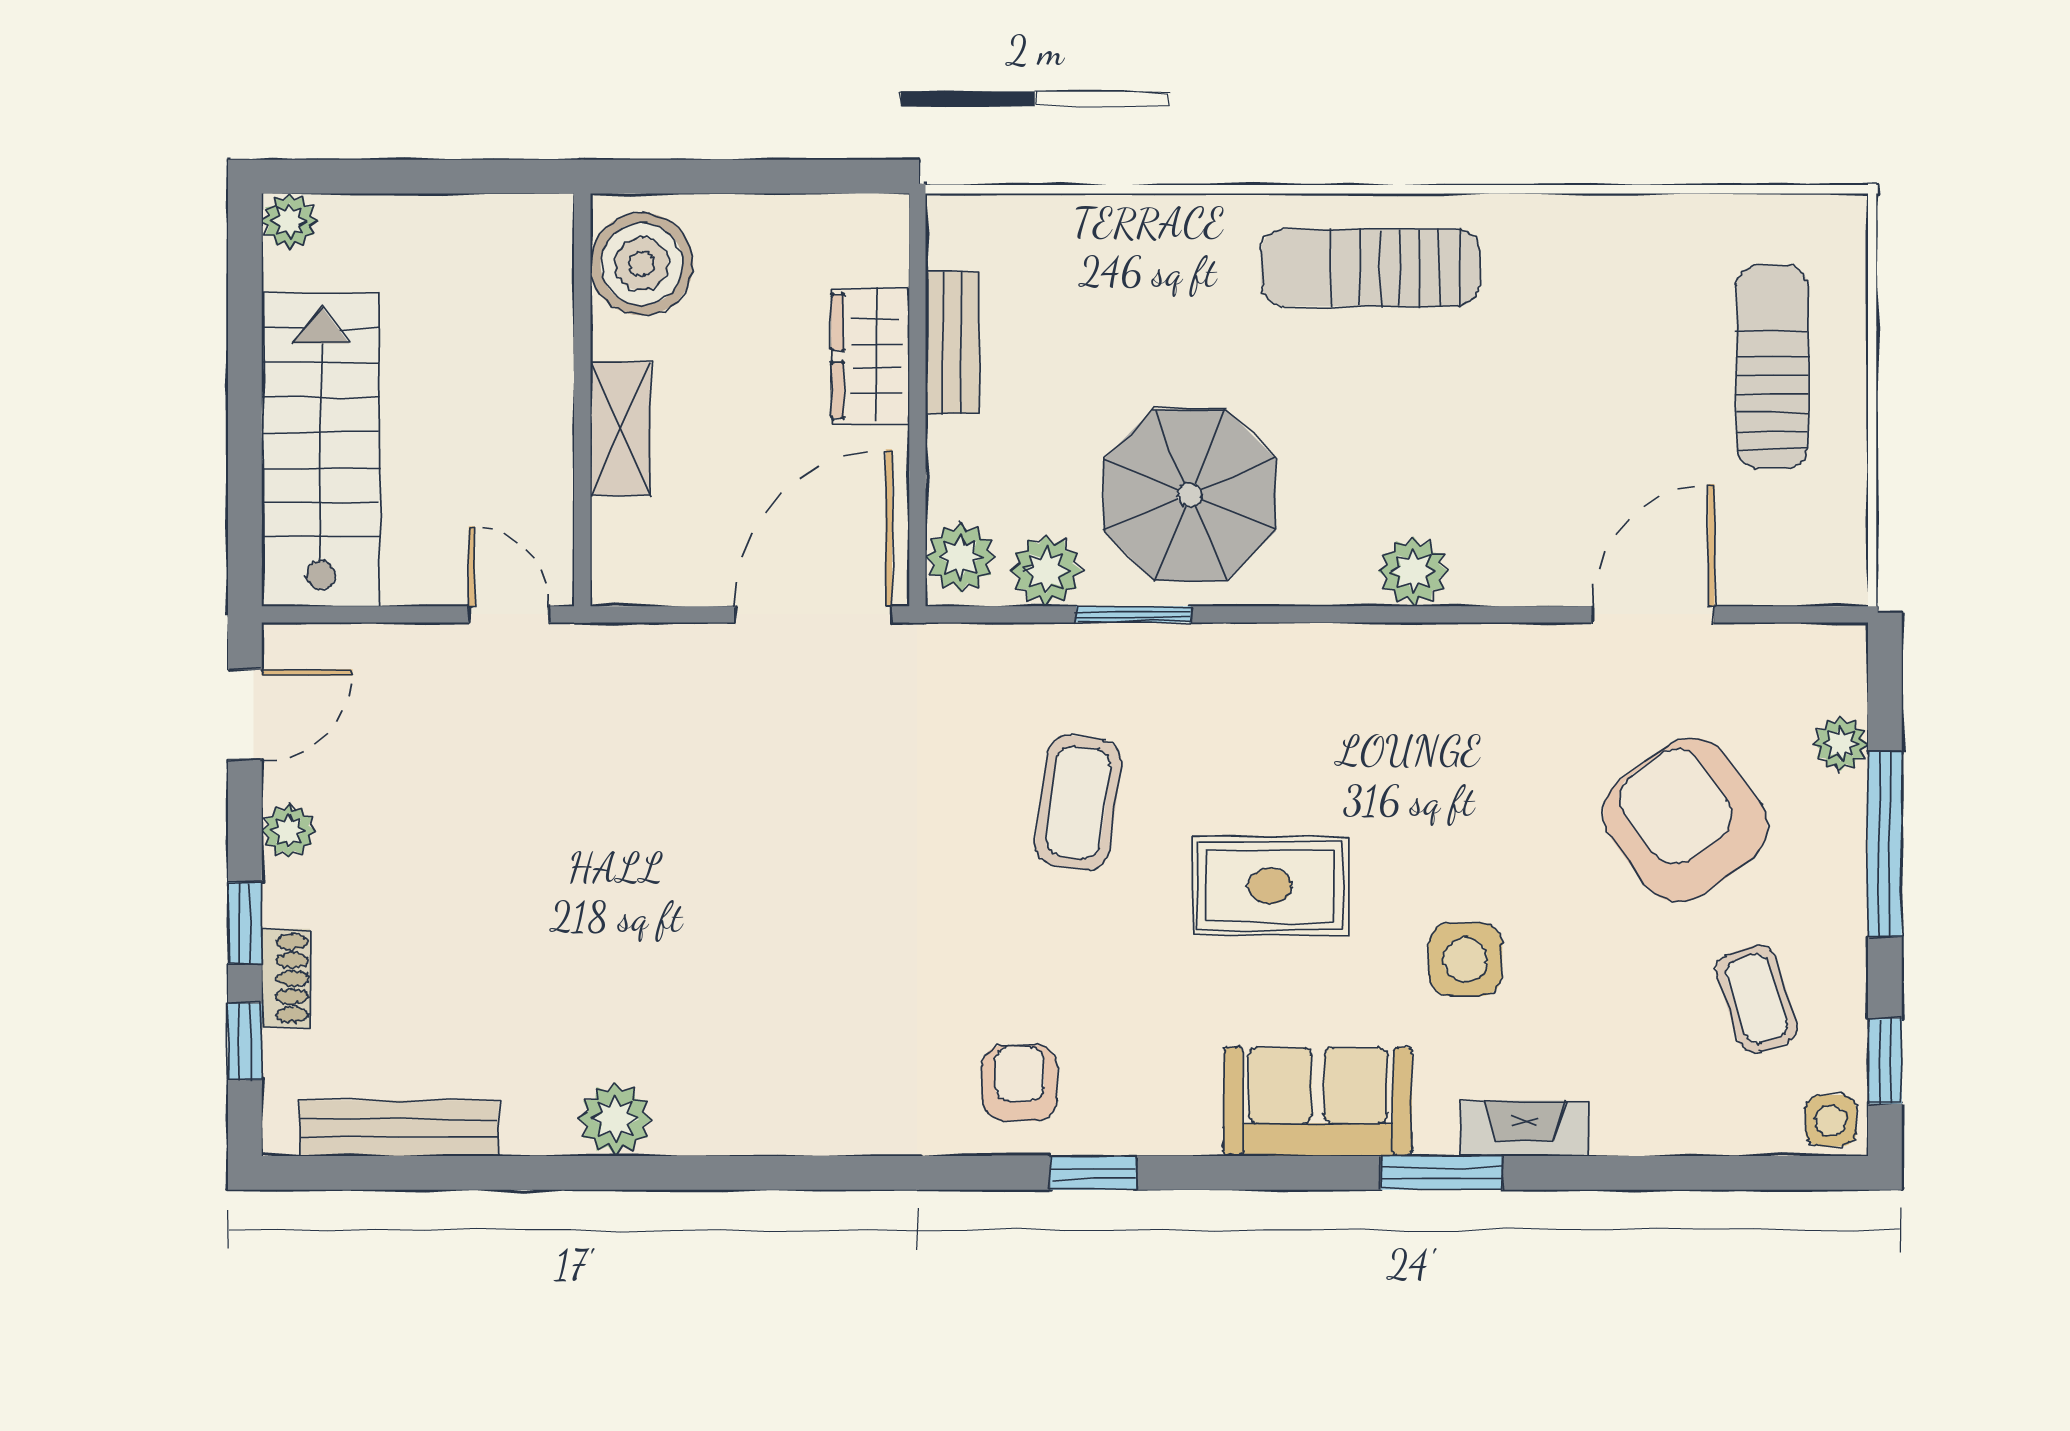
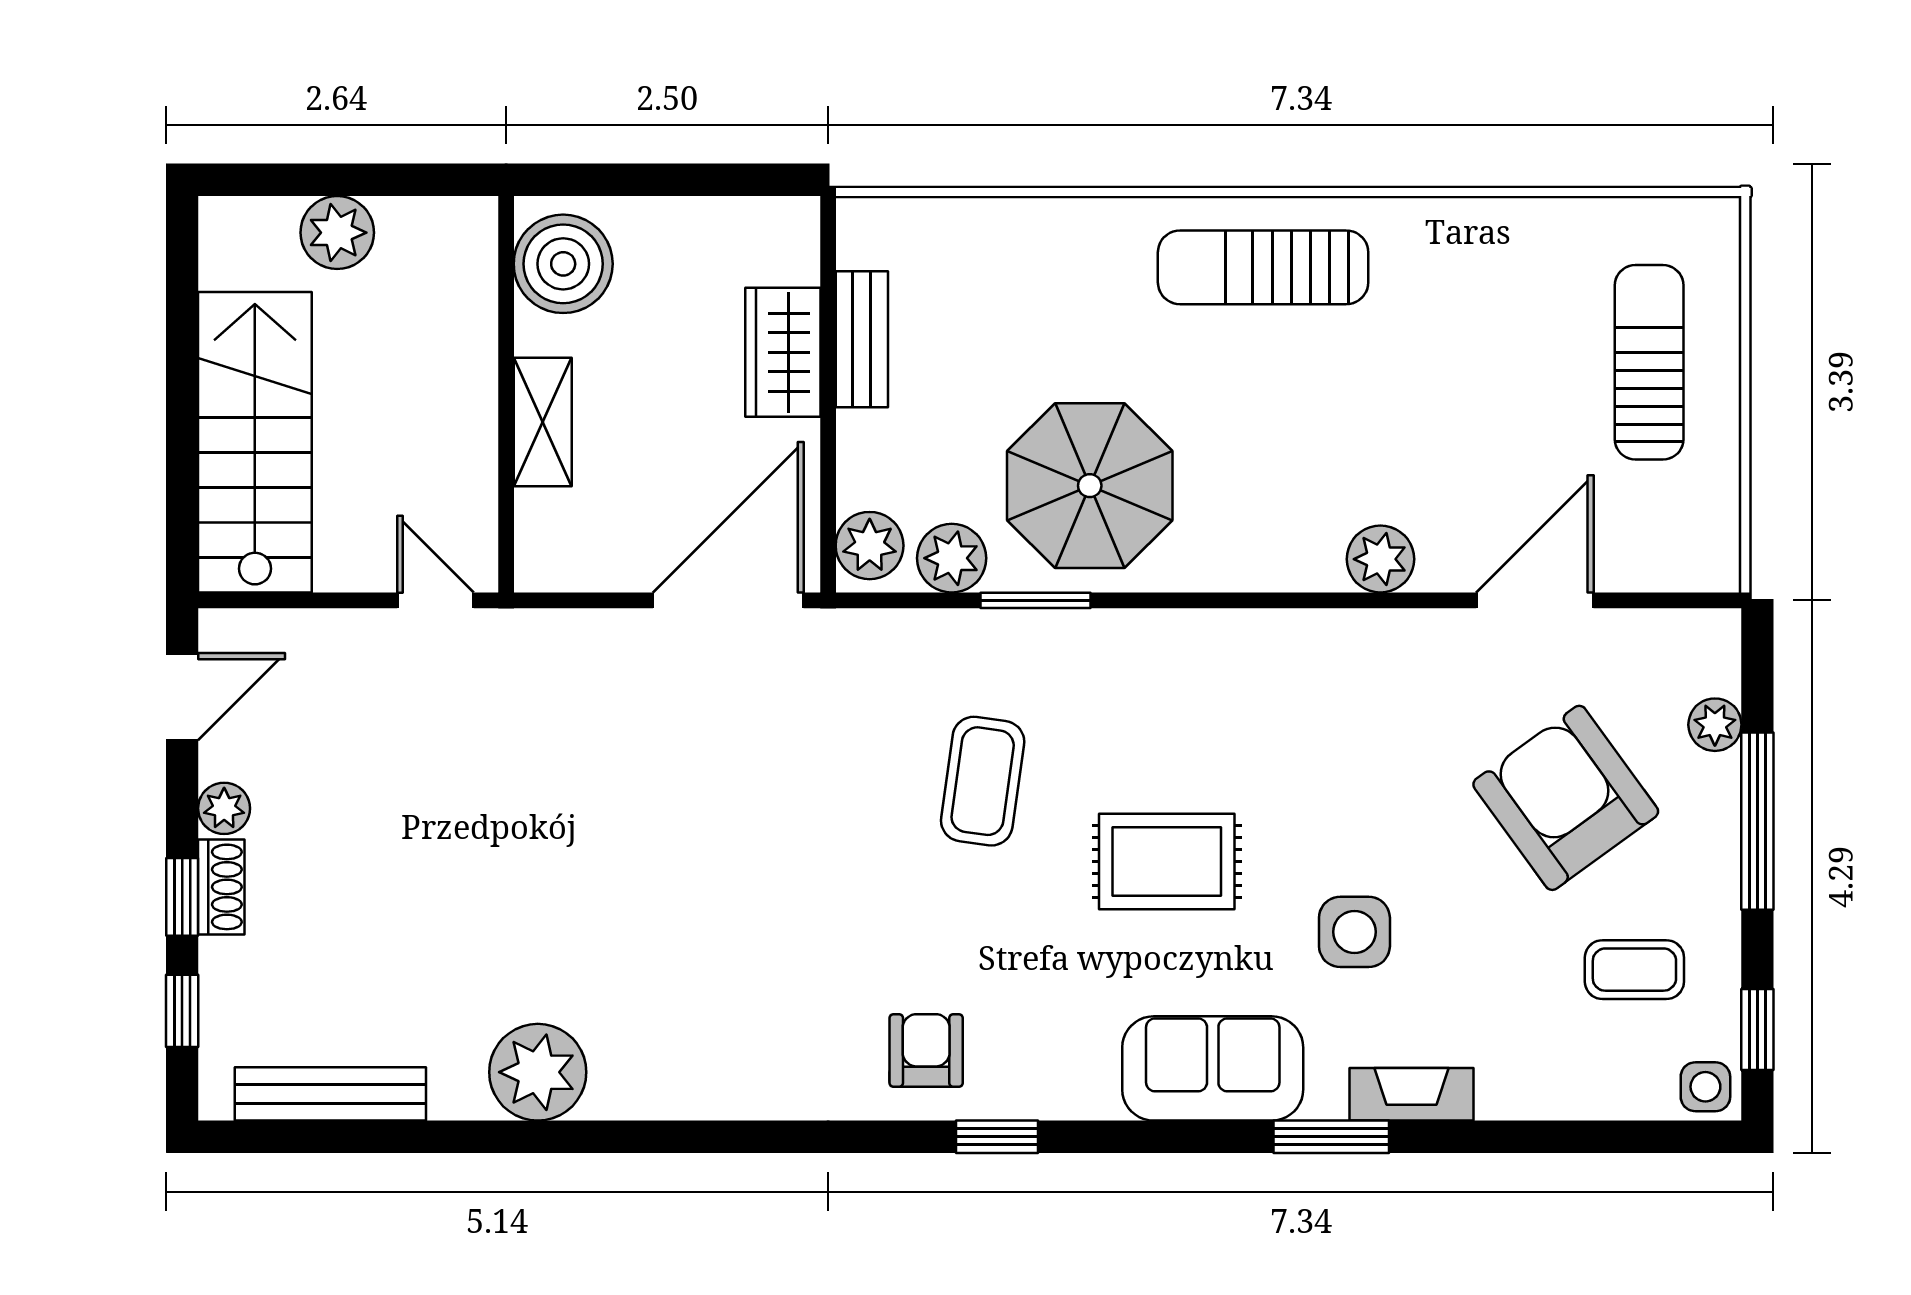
plant: (289, 221) -> (337, 233), moved, width x1.38, depth x1.38
plant: (1413, 571) -> (1380, 559), moved
shoe rack: (286, 978) -> (221, 887), moved
coffee table: (1757, 999) -> (1634, 970), turned -72
plant: (615, 1119) -> (538, 1072), width x1.36, depth x1.36

